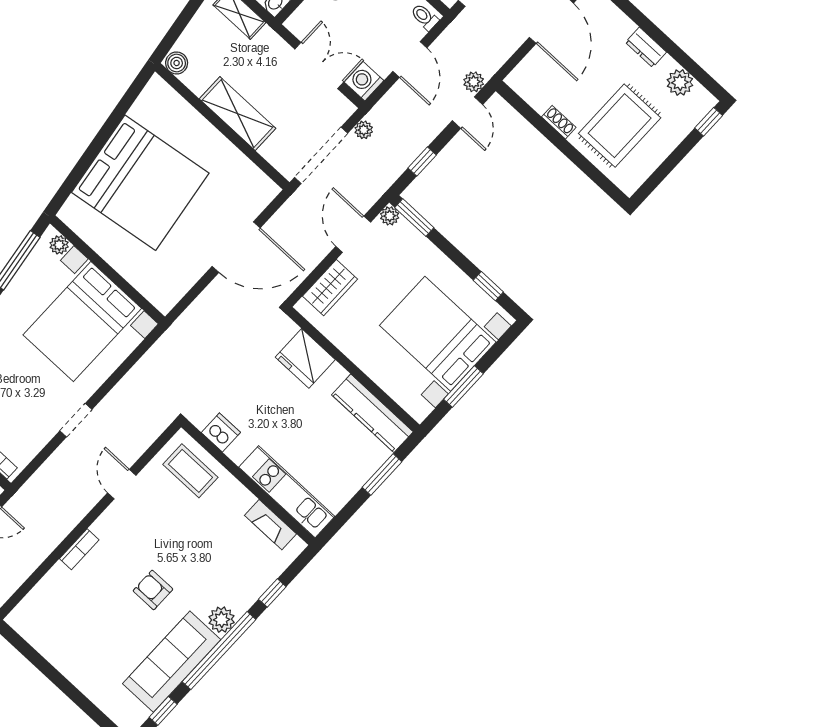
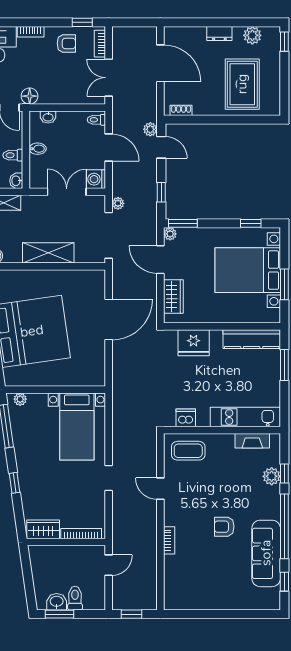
shoe rack: (559, 122) -> (181, 110), moved
bed with nightstands: (82, 322) -> (77, 427), width x0.73
plant: (222, 620) -> (272, 476), moved

